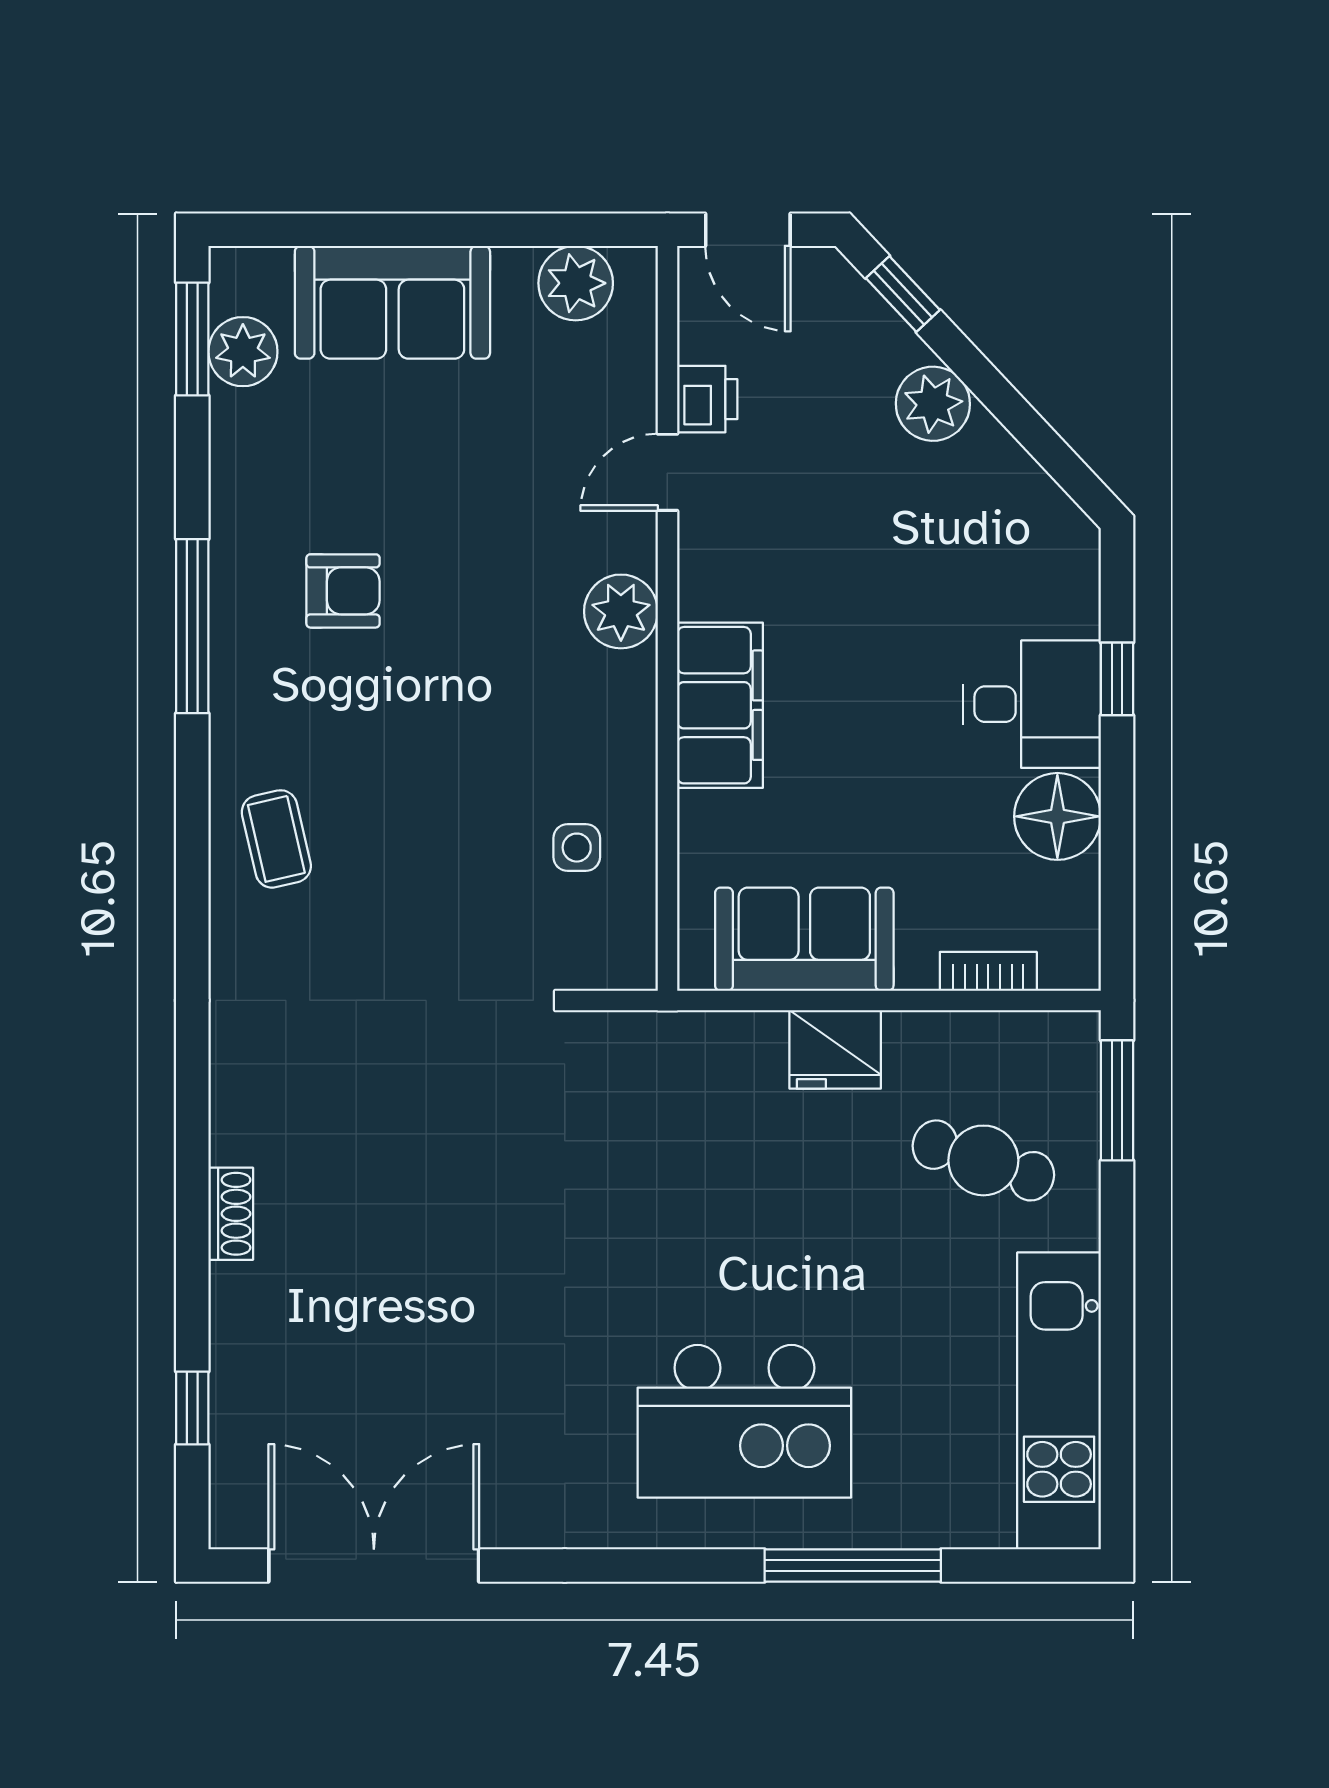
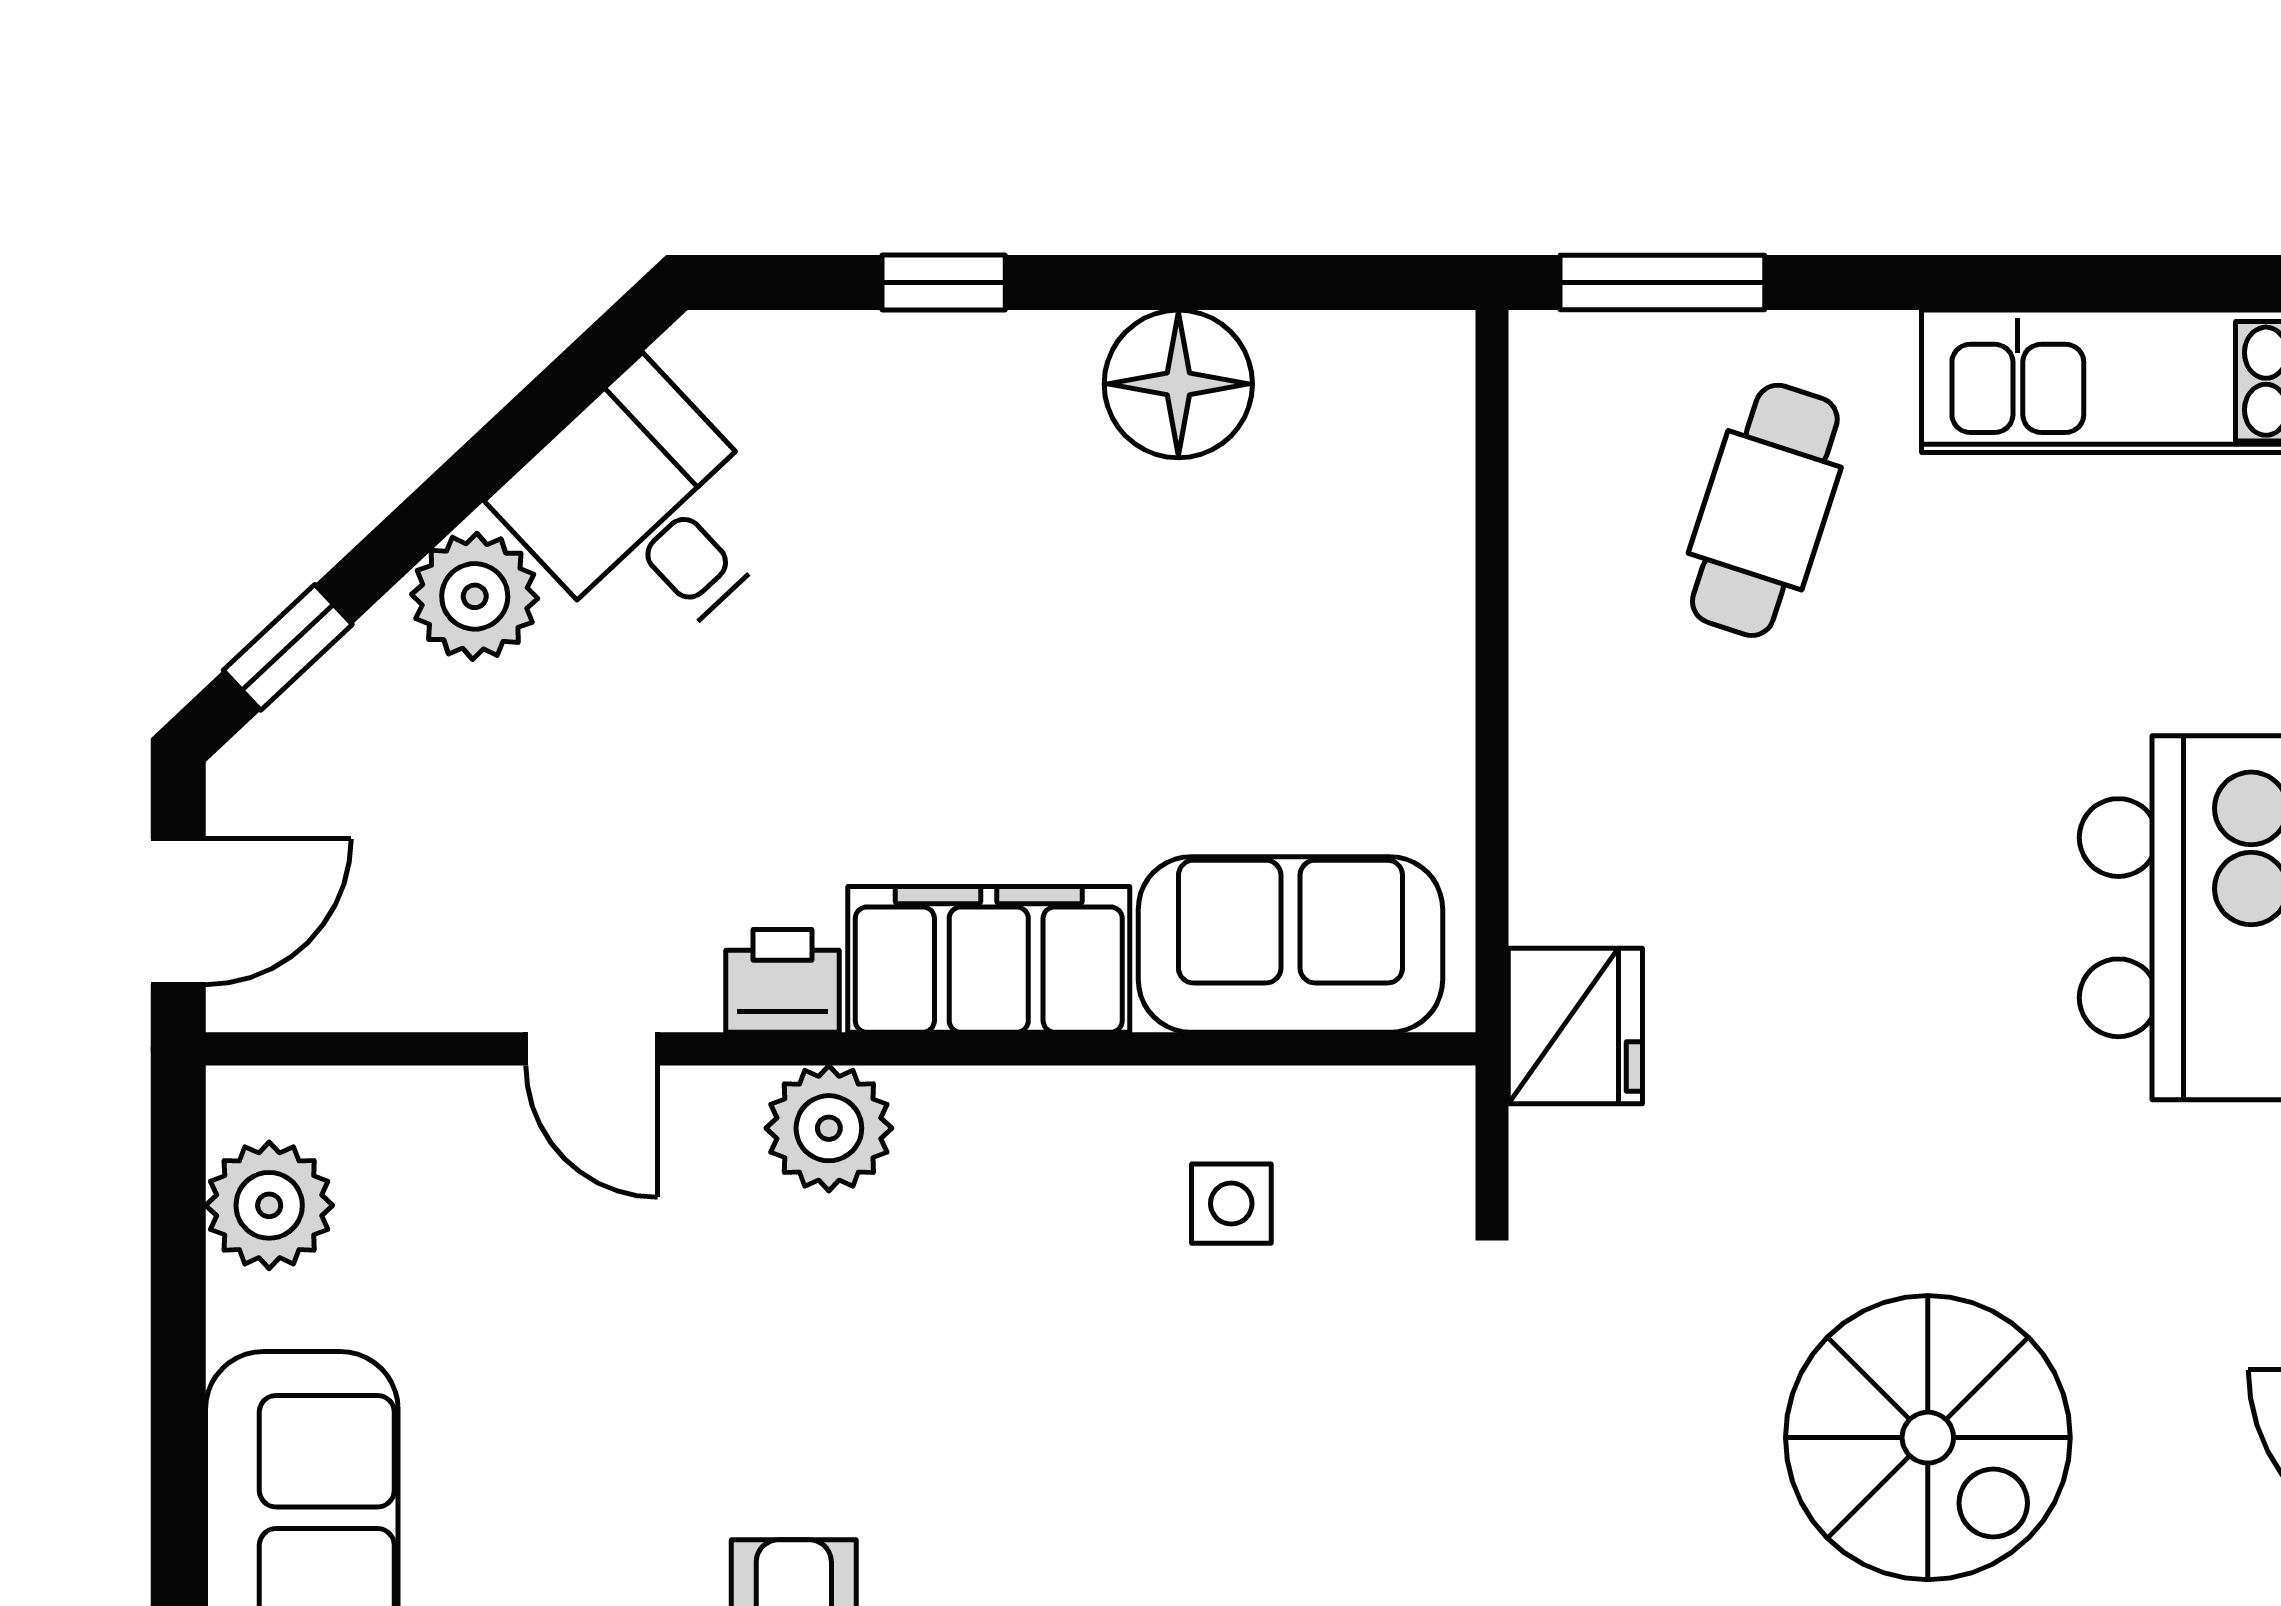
printer: (707, 399) -> (782, 981), moved
desk: (1032, 704) -> (643, 512), moved, turned -43
sofa: (804, 939) -> (1290, 944), moved, turned 90
bookcase: (988, 971) -> (1442, 502), removed
fridge: (835, 1049) -> (1575, 1026), moved
spiral stairs: (439, 1256) -> (1928, 1438), added

